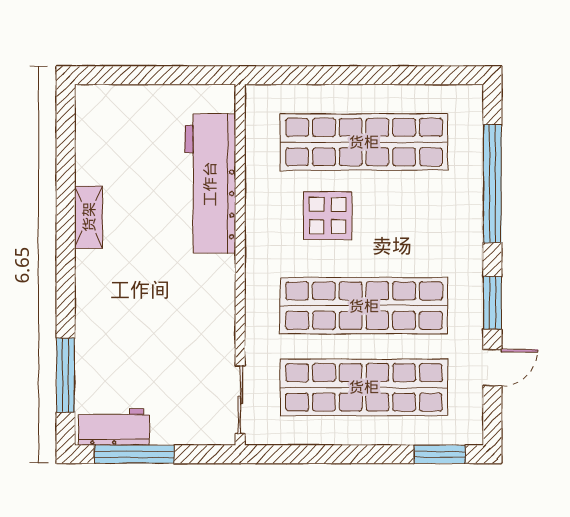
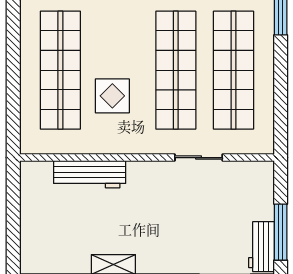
workbench: (210, 184) -> (90, 174), width x0.73, depth x0.76
sliding door: (240, 400) -> (199, 158), moved

